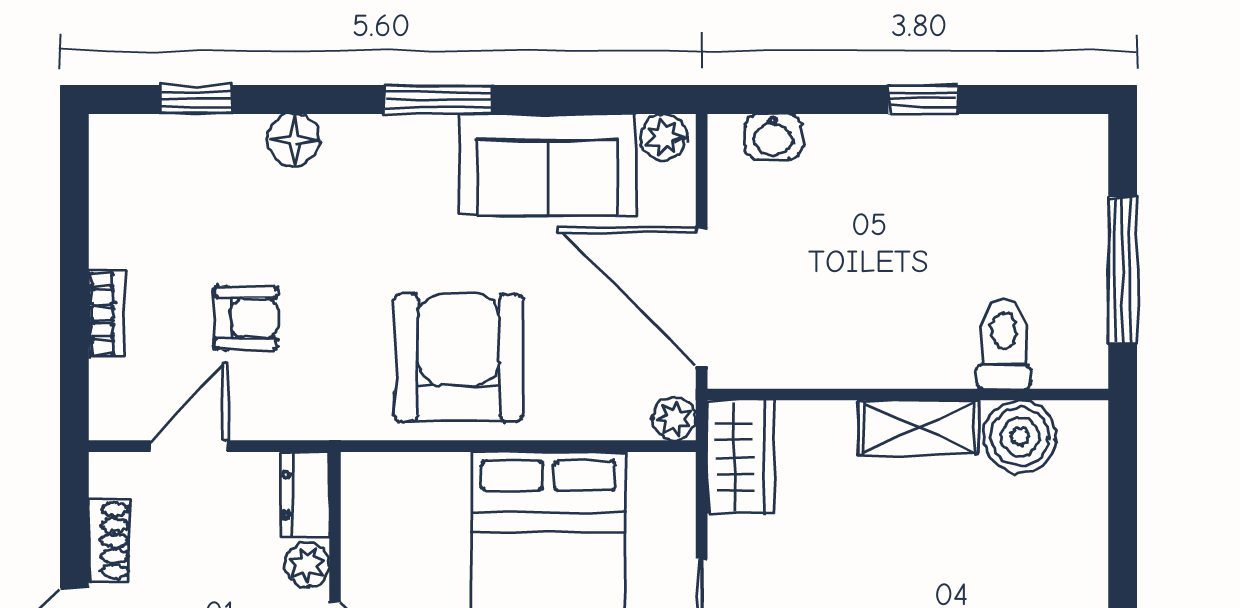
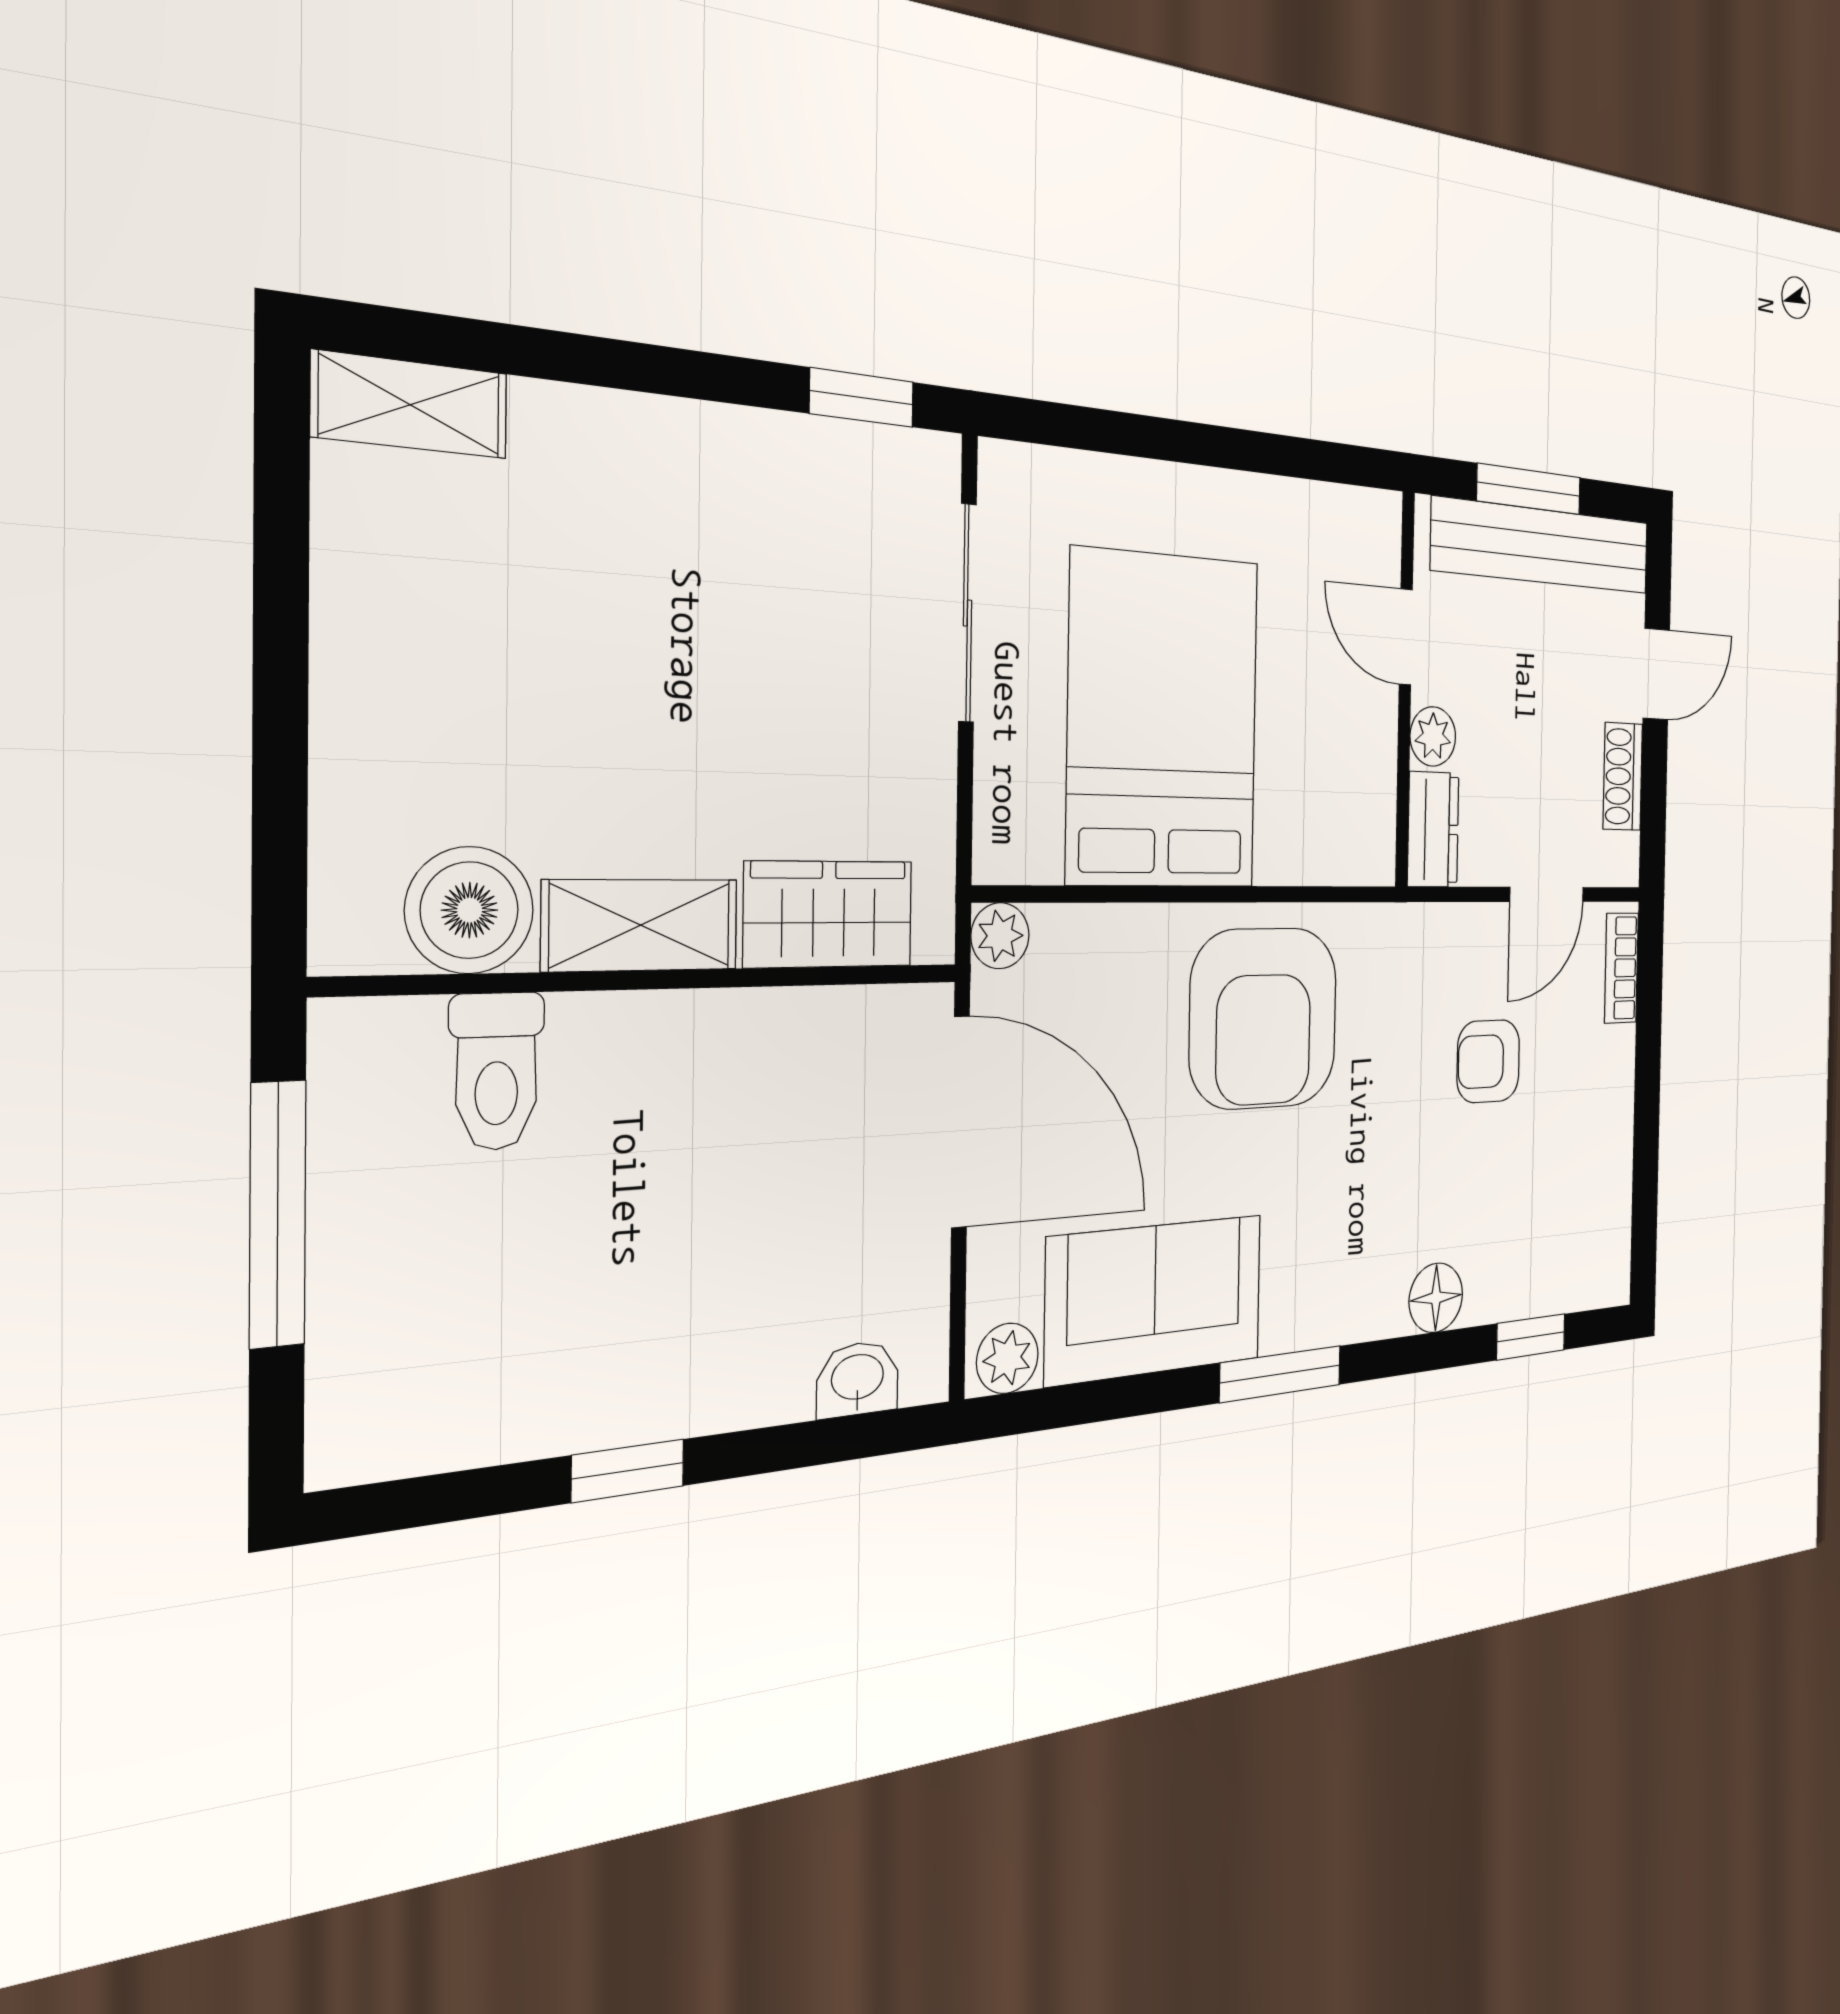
bookcase: (106, 314) -> (1621, 968), moved
wardrobe: (740, 457) -> (829, 914), moved, turned 90

